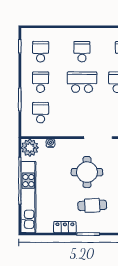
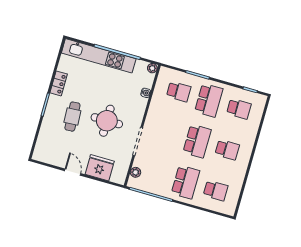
school desk: (41, 82) -> (209, 100), width x1.85
plant: (30, 148) -> (152, 68), width x0.53, depth x0.53

